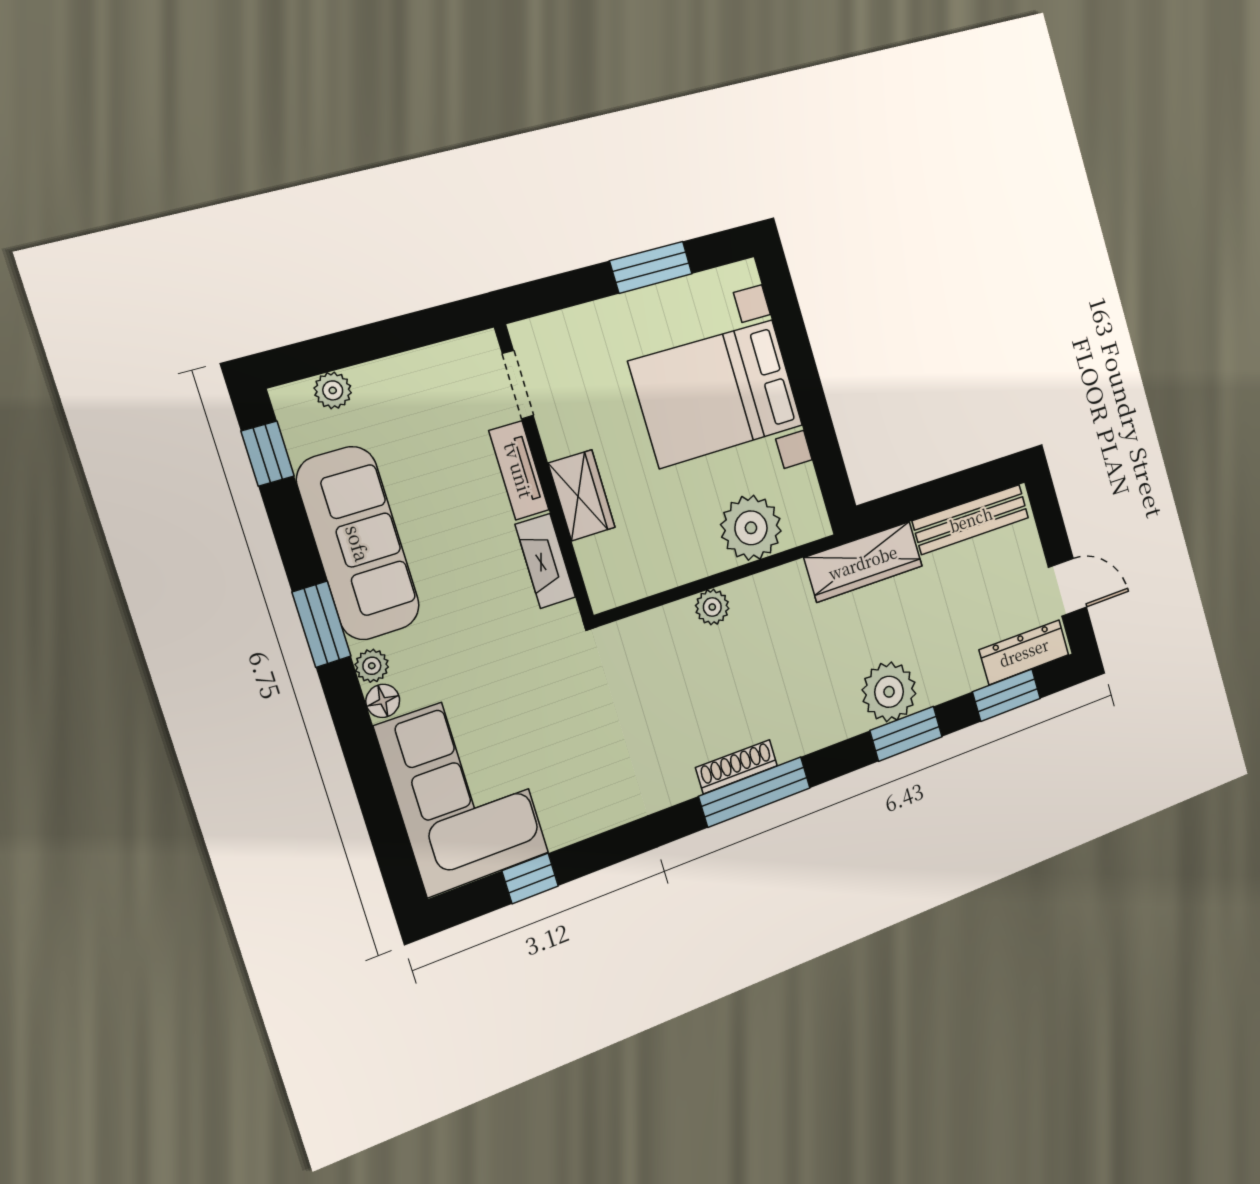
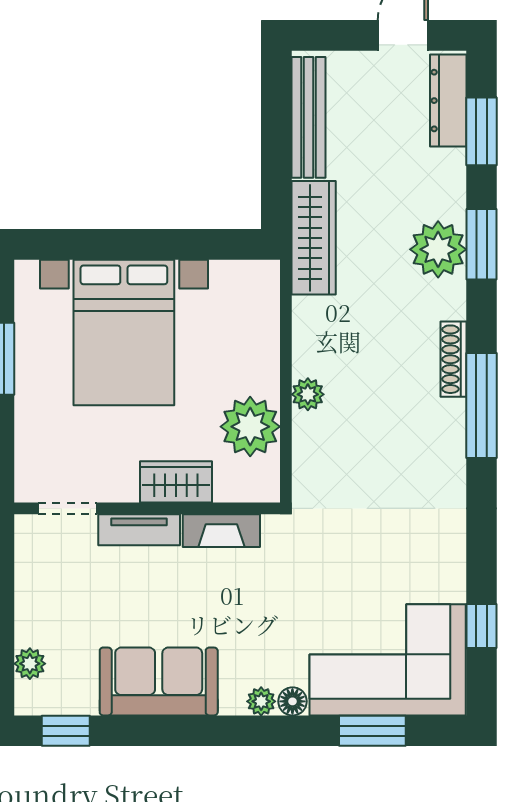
plant: (751, 528) -> (250, 427), moved
sofa: (358, 543) -> (159, 681), width x0.73
window: (322, 624) -> (372, 731), moved
shoe rack: (737, 767) -> (454, 359), moved

